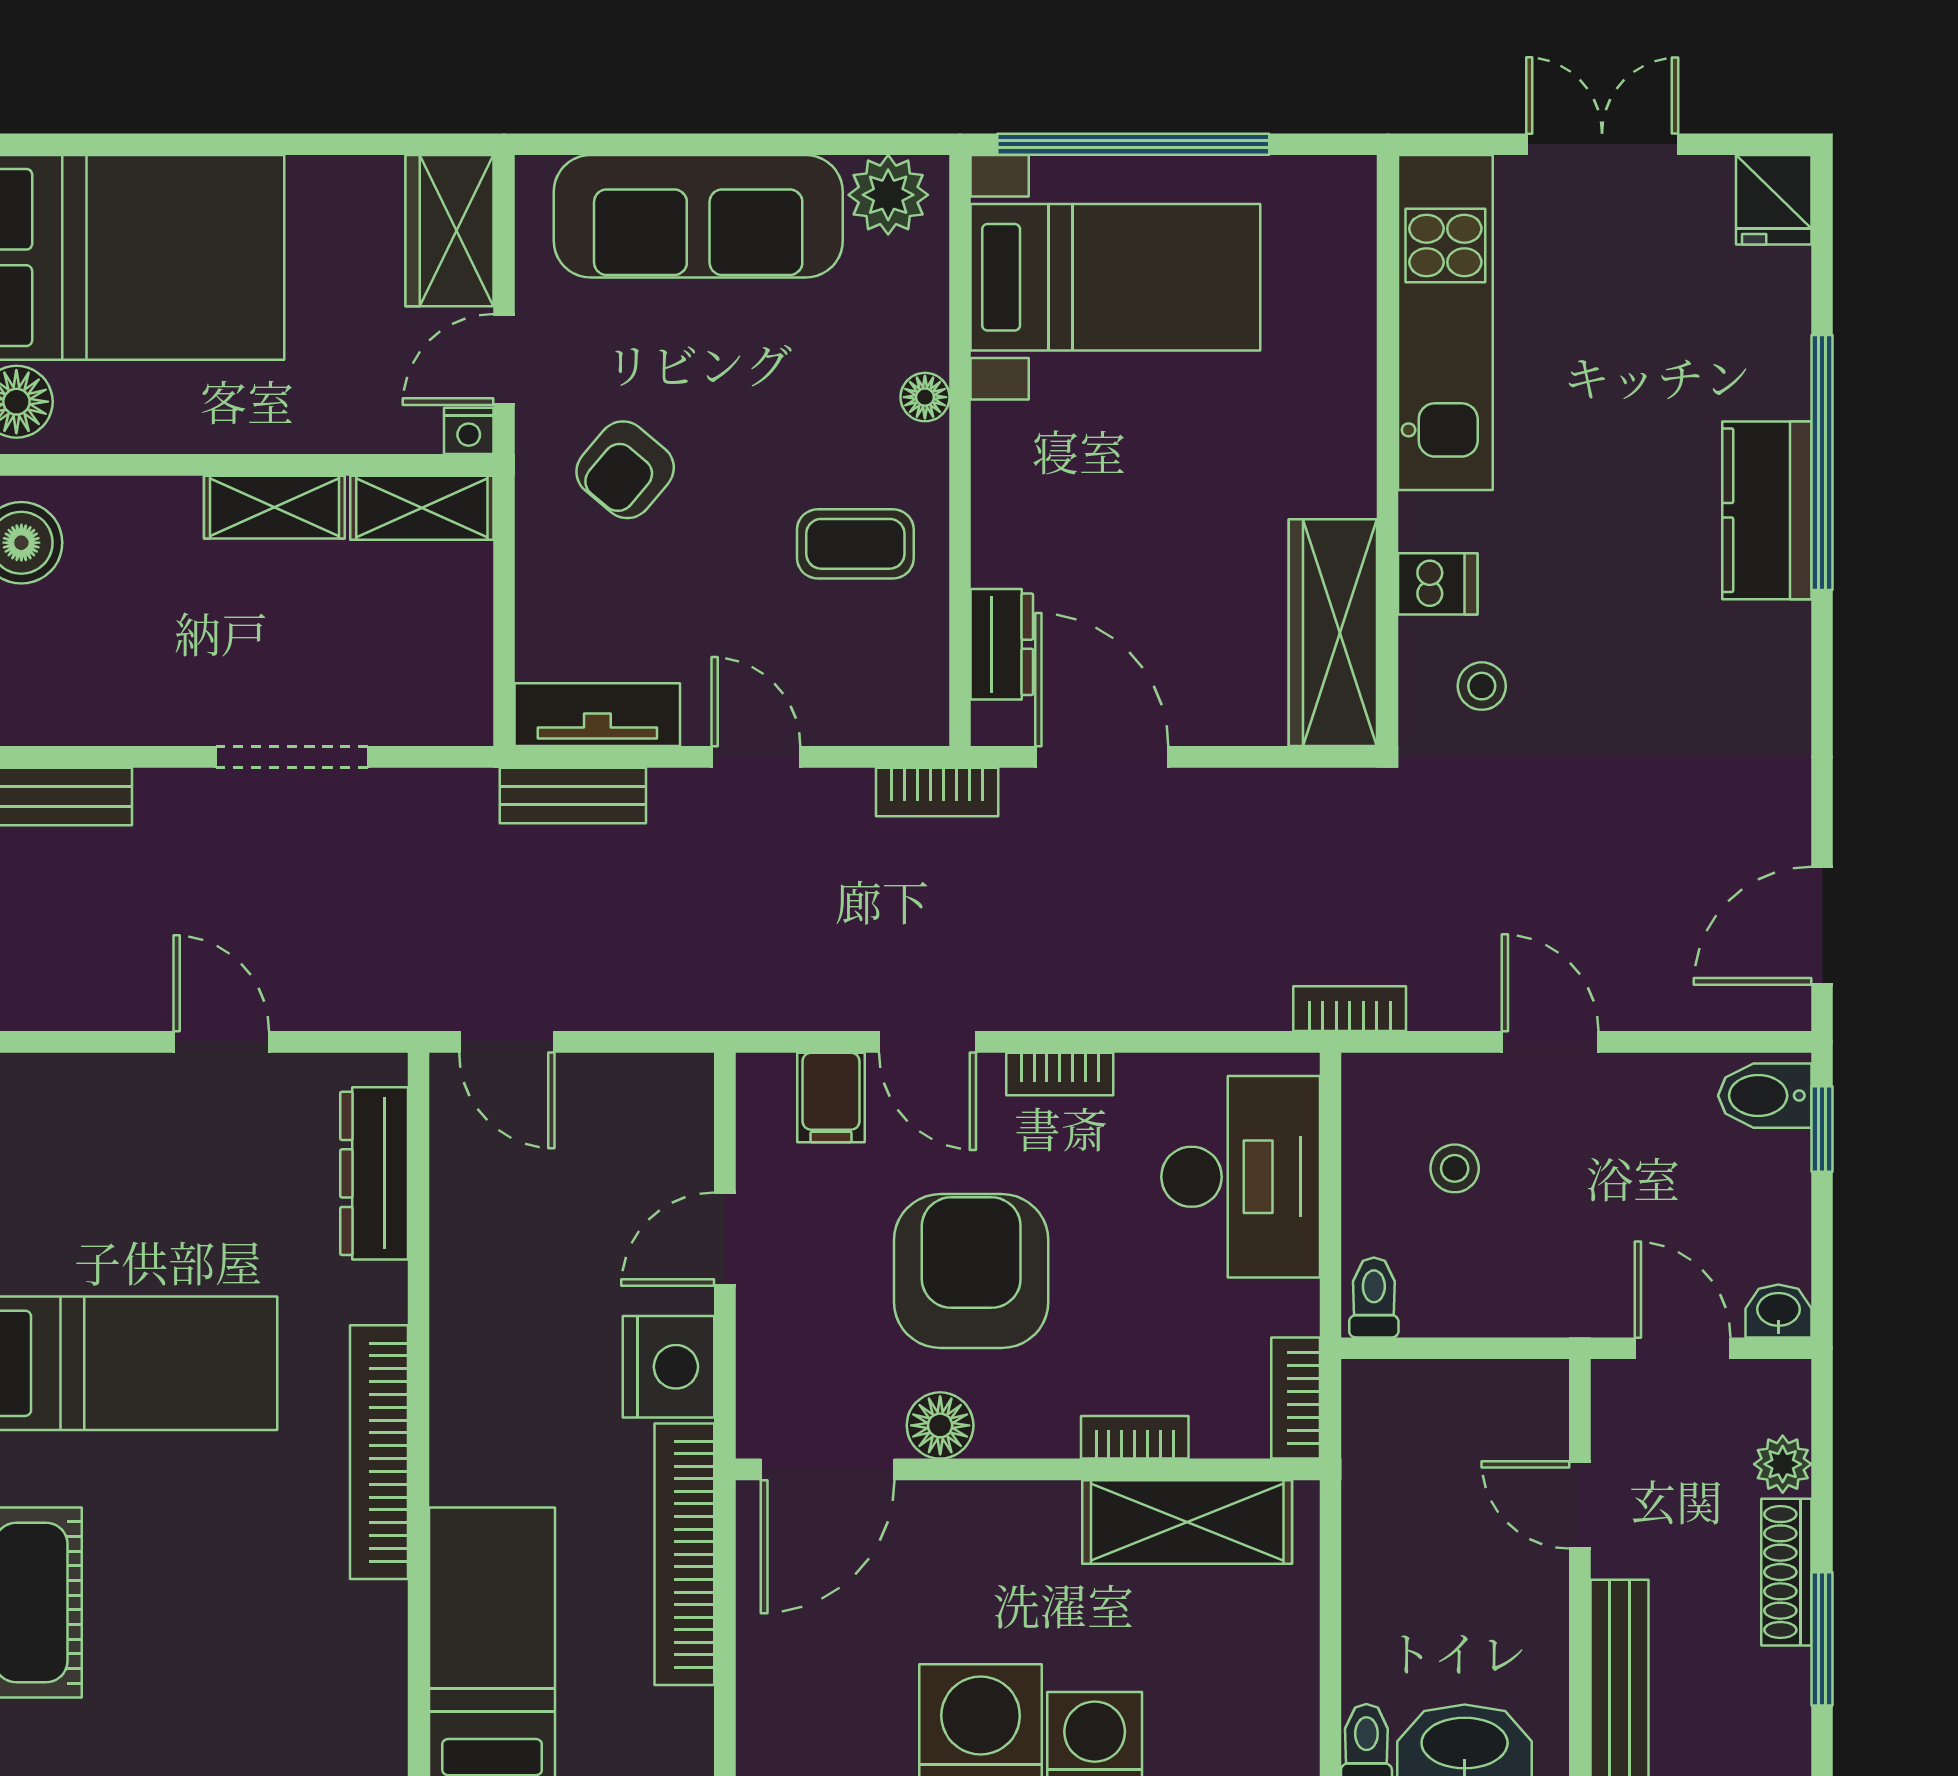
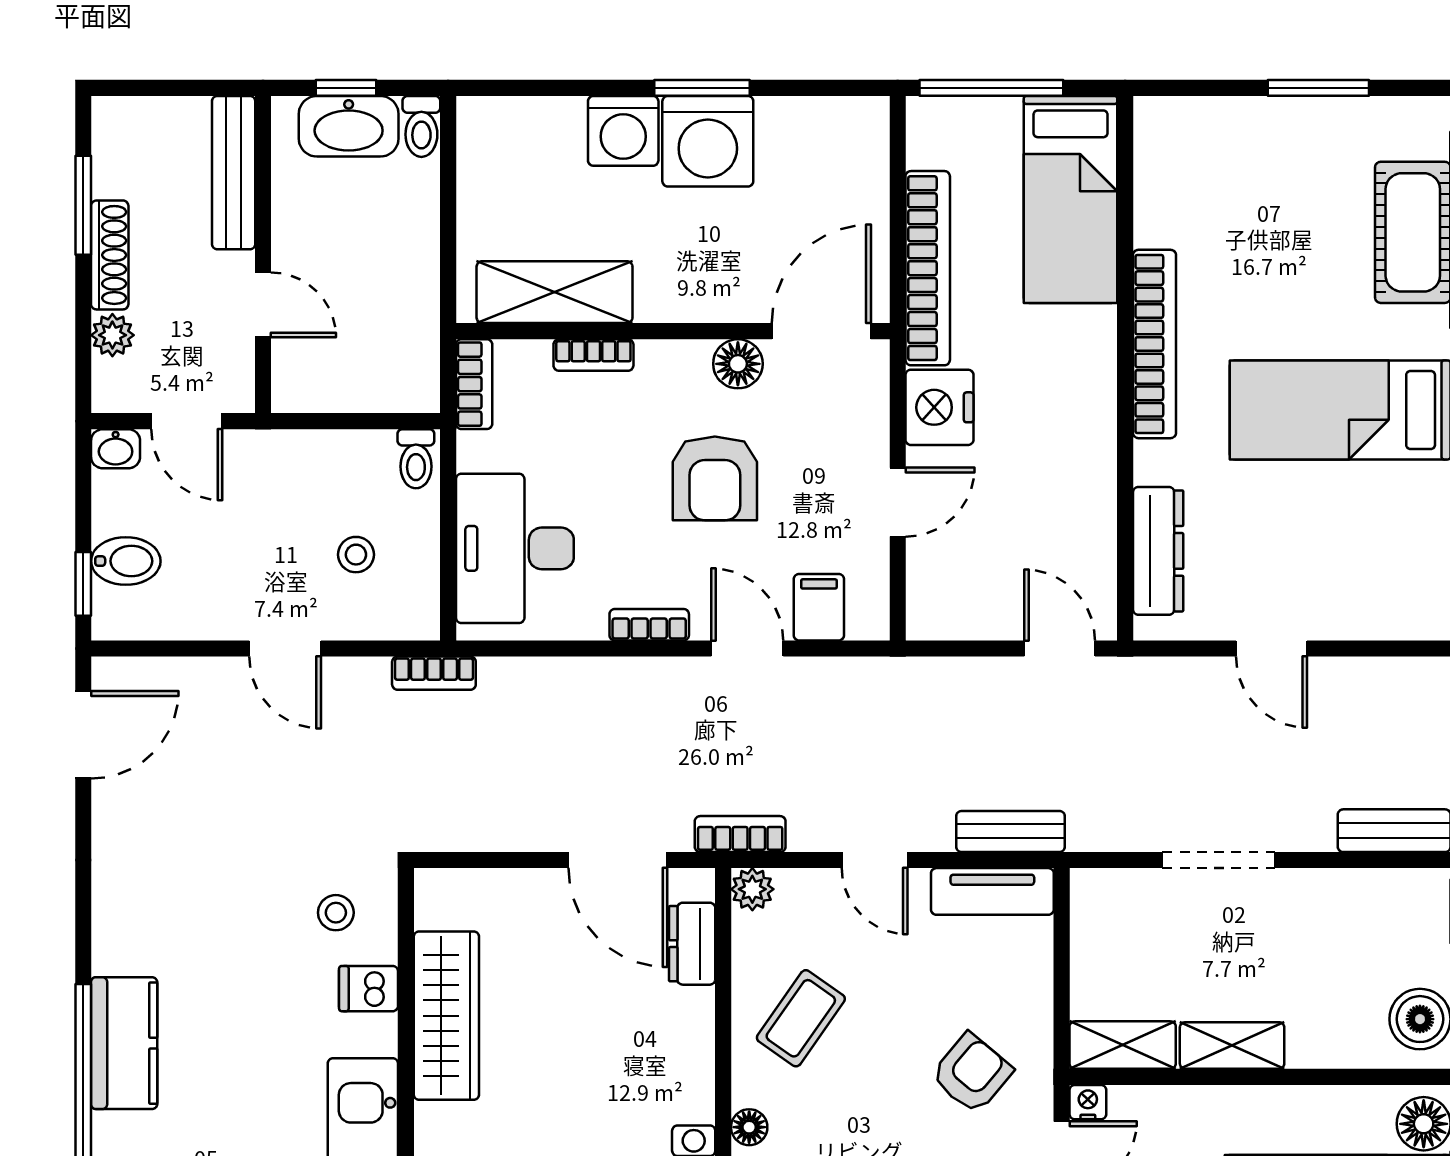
coffee table: (855, 544) -> (801, 1018), turned -55
wardrobe: (1333, 633) -> (446, 1016), moved
plant: (921, 718) -> (752, 889), added
bidet: (1765, 1096) -> (126, 561), moved
armchair: (971, 1271) -> (715, 478), width x0.73, depth x0.73

